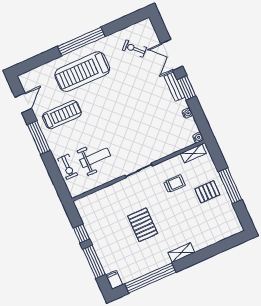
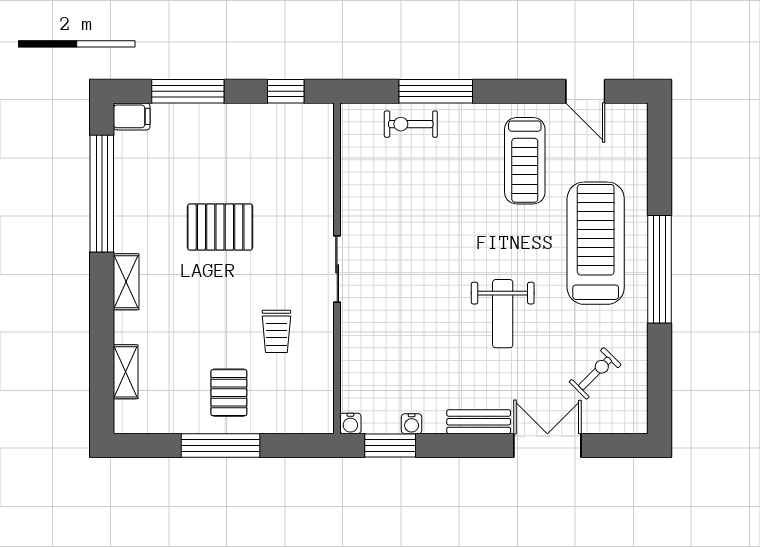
window: (186, 88) -> (390, 445), moved
window: (39, 138) -> (436, 91), moved
shelving: (193, 153) -> (126, 372), moved
weight bench: (95, 158) -> (503, 314), moved
window: (81, 234) -> (286, 91), moved

